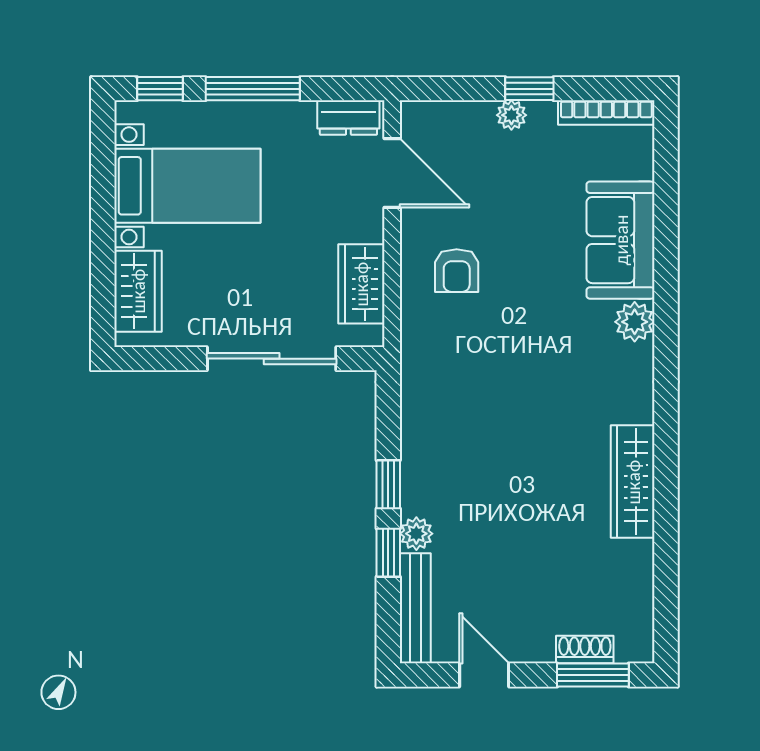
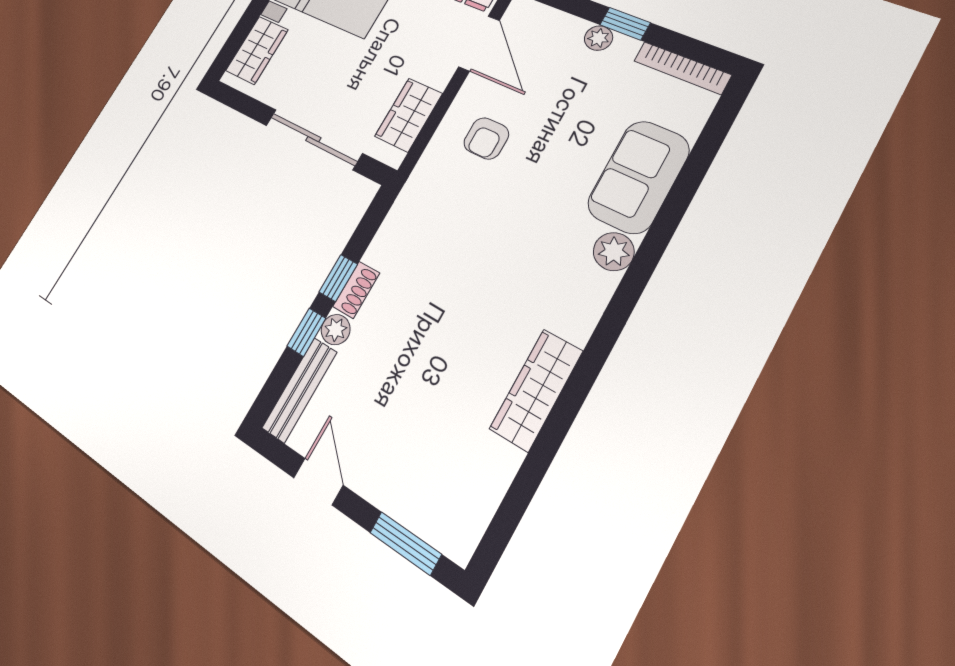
shoe rack: (585, 650) -> (356, 290), moved, turned 90

